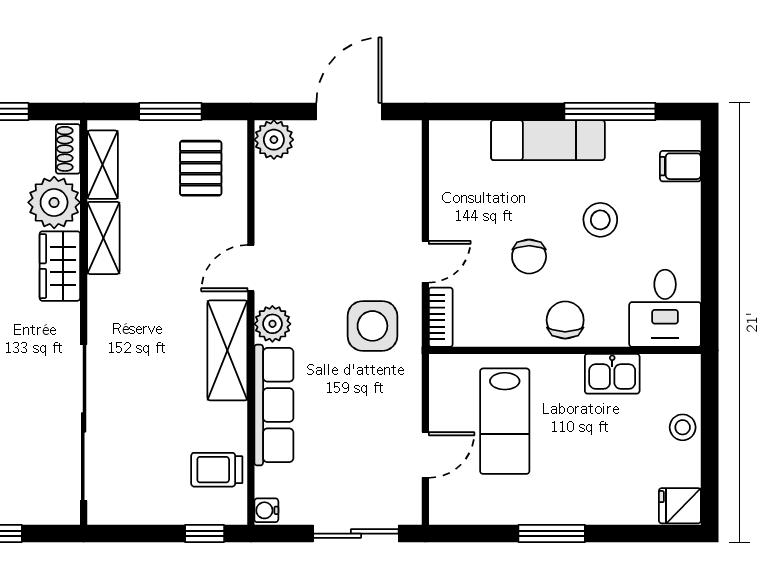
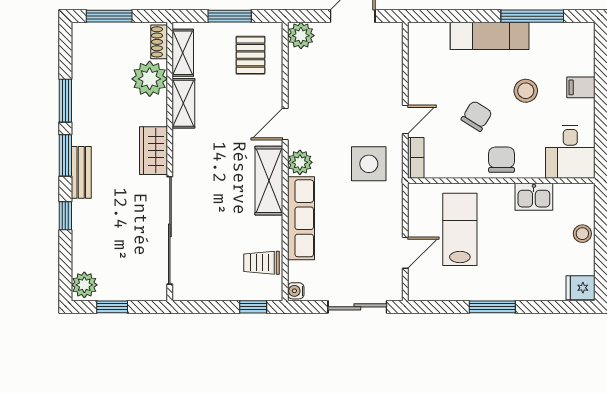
filing cabinet: (680, 166) -> (581, 87), moved
chair: (529, 257) -> (477, 116), turned -148
wardrobe: (60, 266) -> (154, 151), moved
lab bench: (505, 421) -> (460, 229), turned 180

